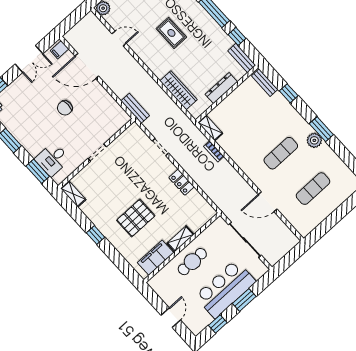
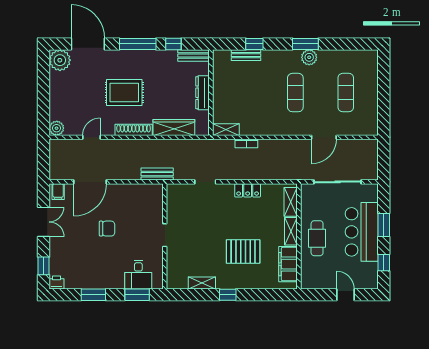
rug: (171, 33) -> (124, 93), width x1.36, depth x1.43
shoe rack: (151, 63) -> (134, 130), added
bench: (265, 83) -> (246, 55), moved
chair: (65, 108) -> (107, 229), turned -90
shelving: (73, 194) -> (202, 283), moved
pallet: (136, 218) -> (243, 251), turned 90
shelving: (201, 220) -> (291, 202), added

